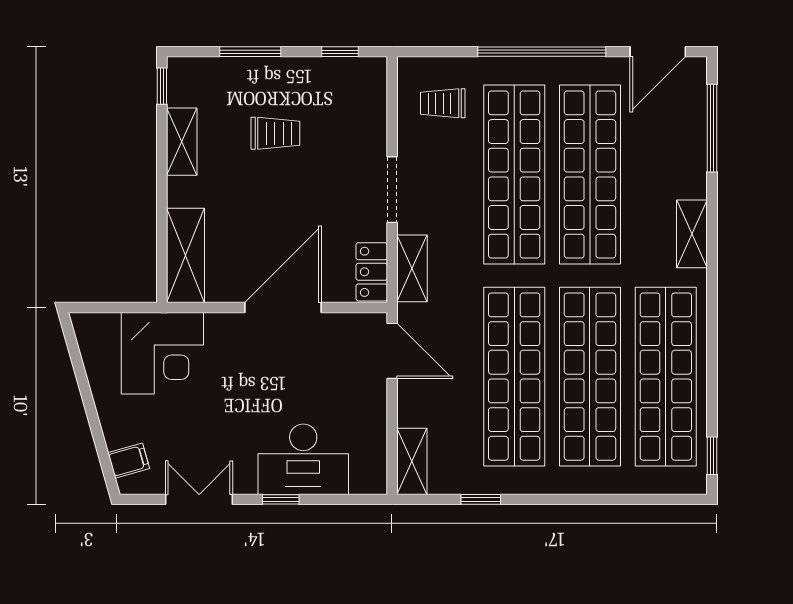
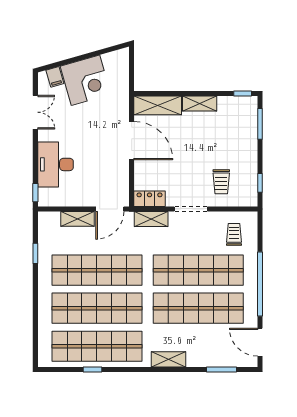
window: (250, 52) -> (260, 124), moved
window: (712, 128) -> (222, 369), width x0.69
trolley: (275, 133) -> (221, 182), moved
shelving: (182, 142) -> (200, 104), moved
door: (283, 308) -> (132, 141), moved
corner desk: (162, 353) -> (85, 80), moved, turned -106
window: (712, 456) -> (93, 369), moved
shelving: (412, 461) -> (77, 219), moved
window: (281, 499) -> (35, 193), moved

